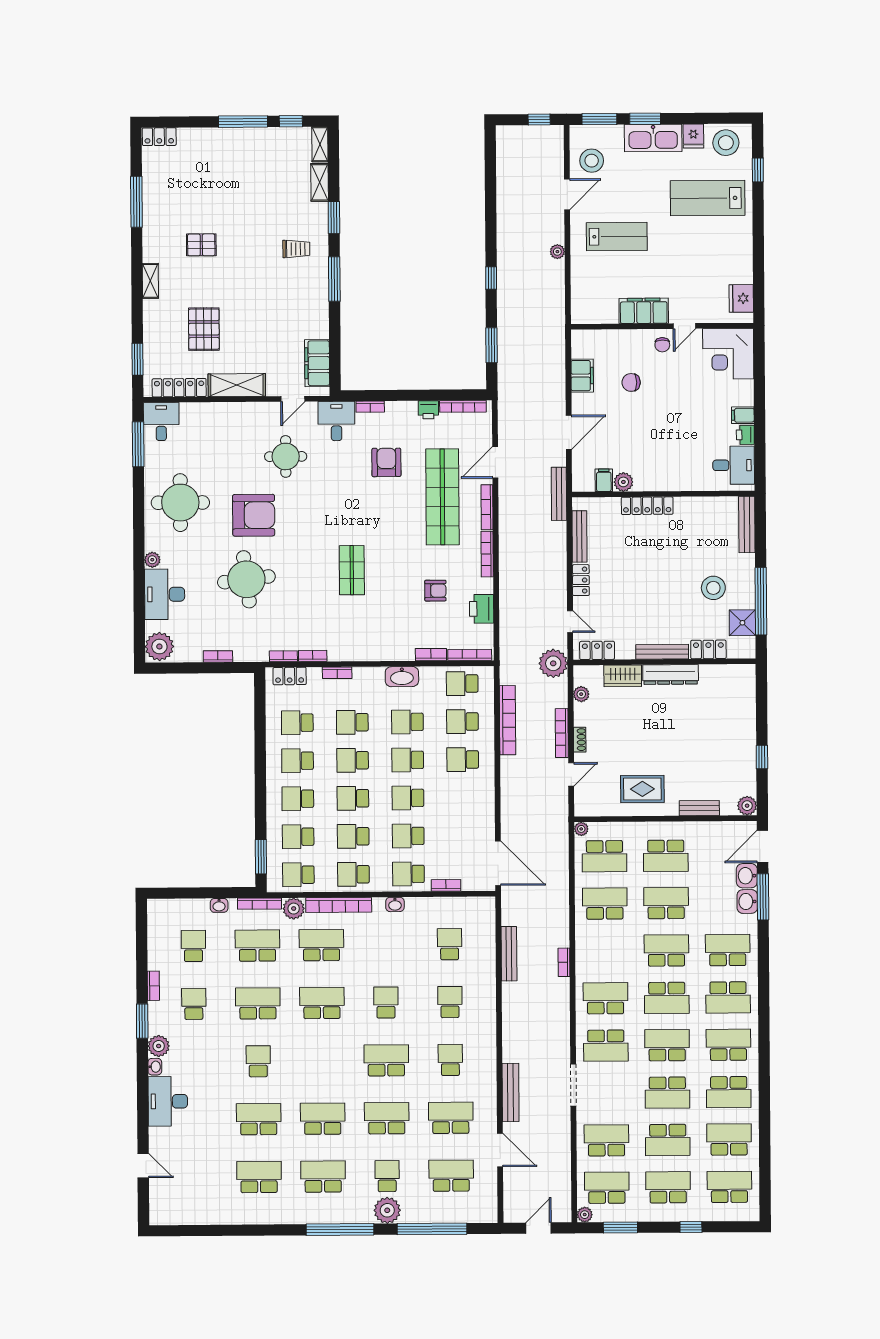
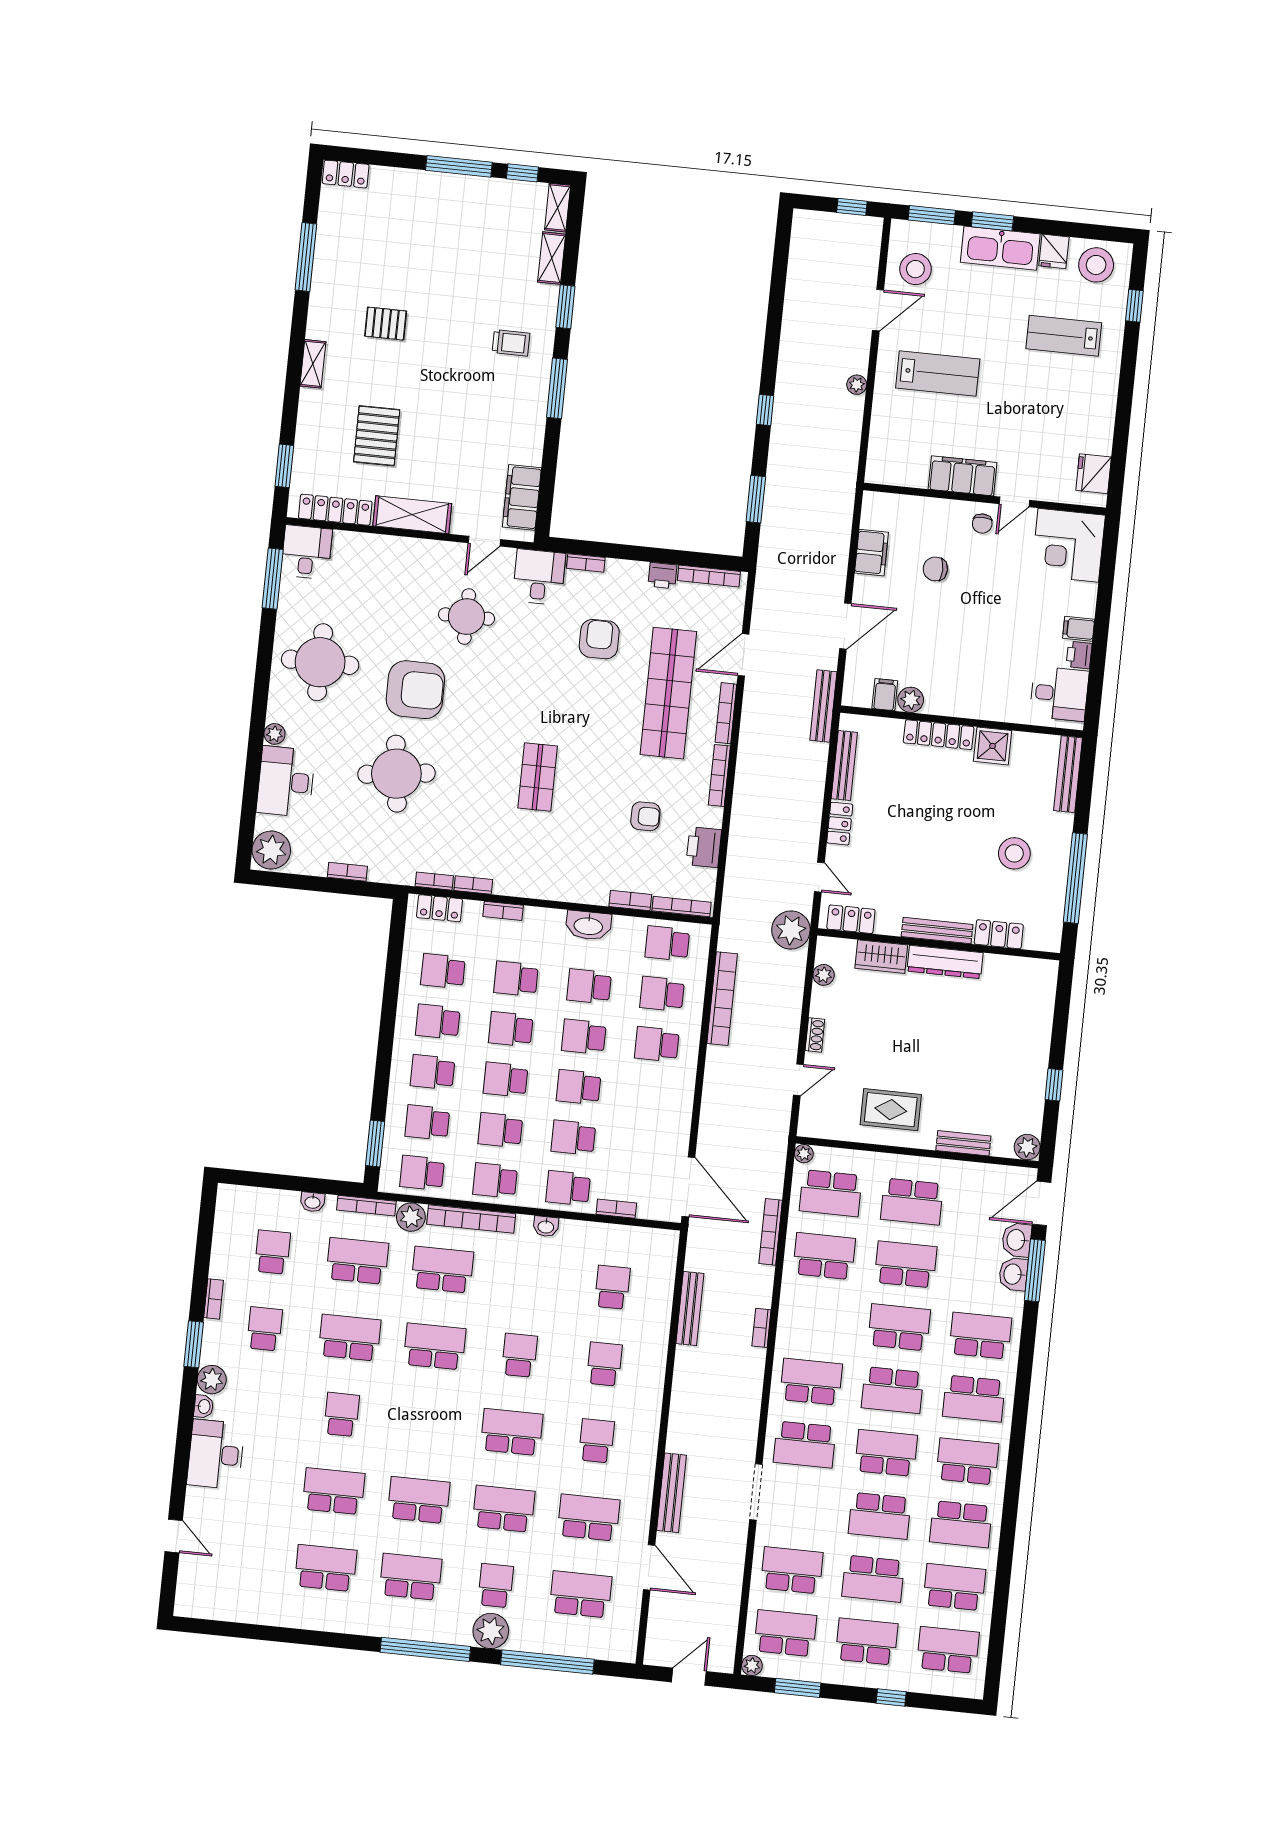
lab bench: (708, 198) -> (1064, 336), width x0.73, depth x0.72
shower: (742, 623) -> (993, 746), moved
bookcase: (562, 733) -> (771, 1232), moved

